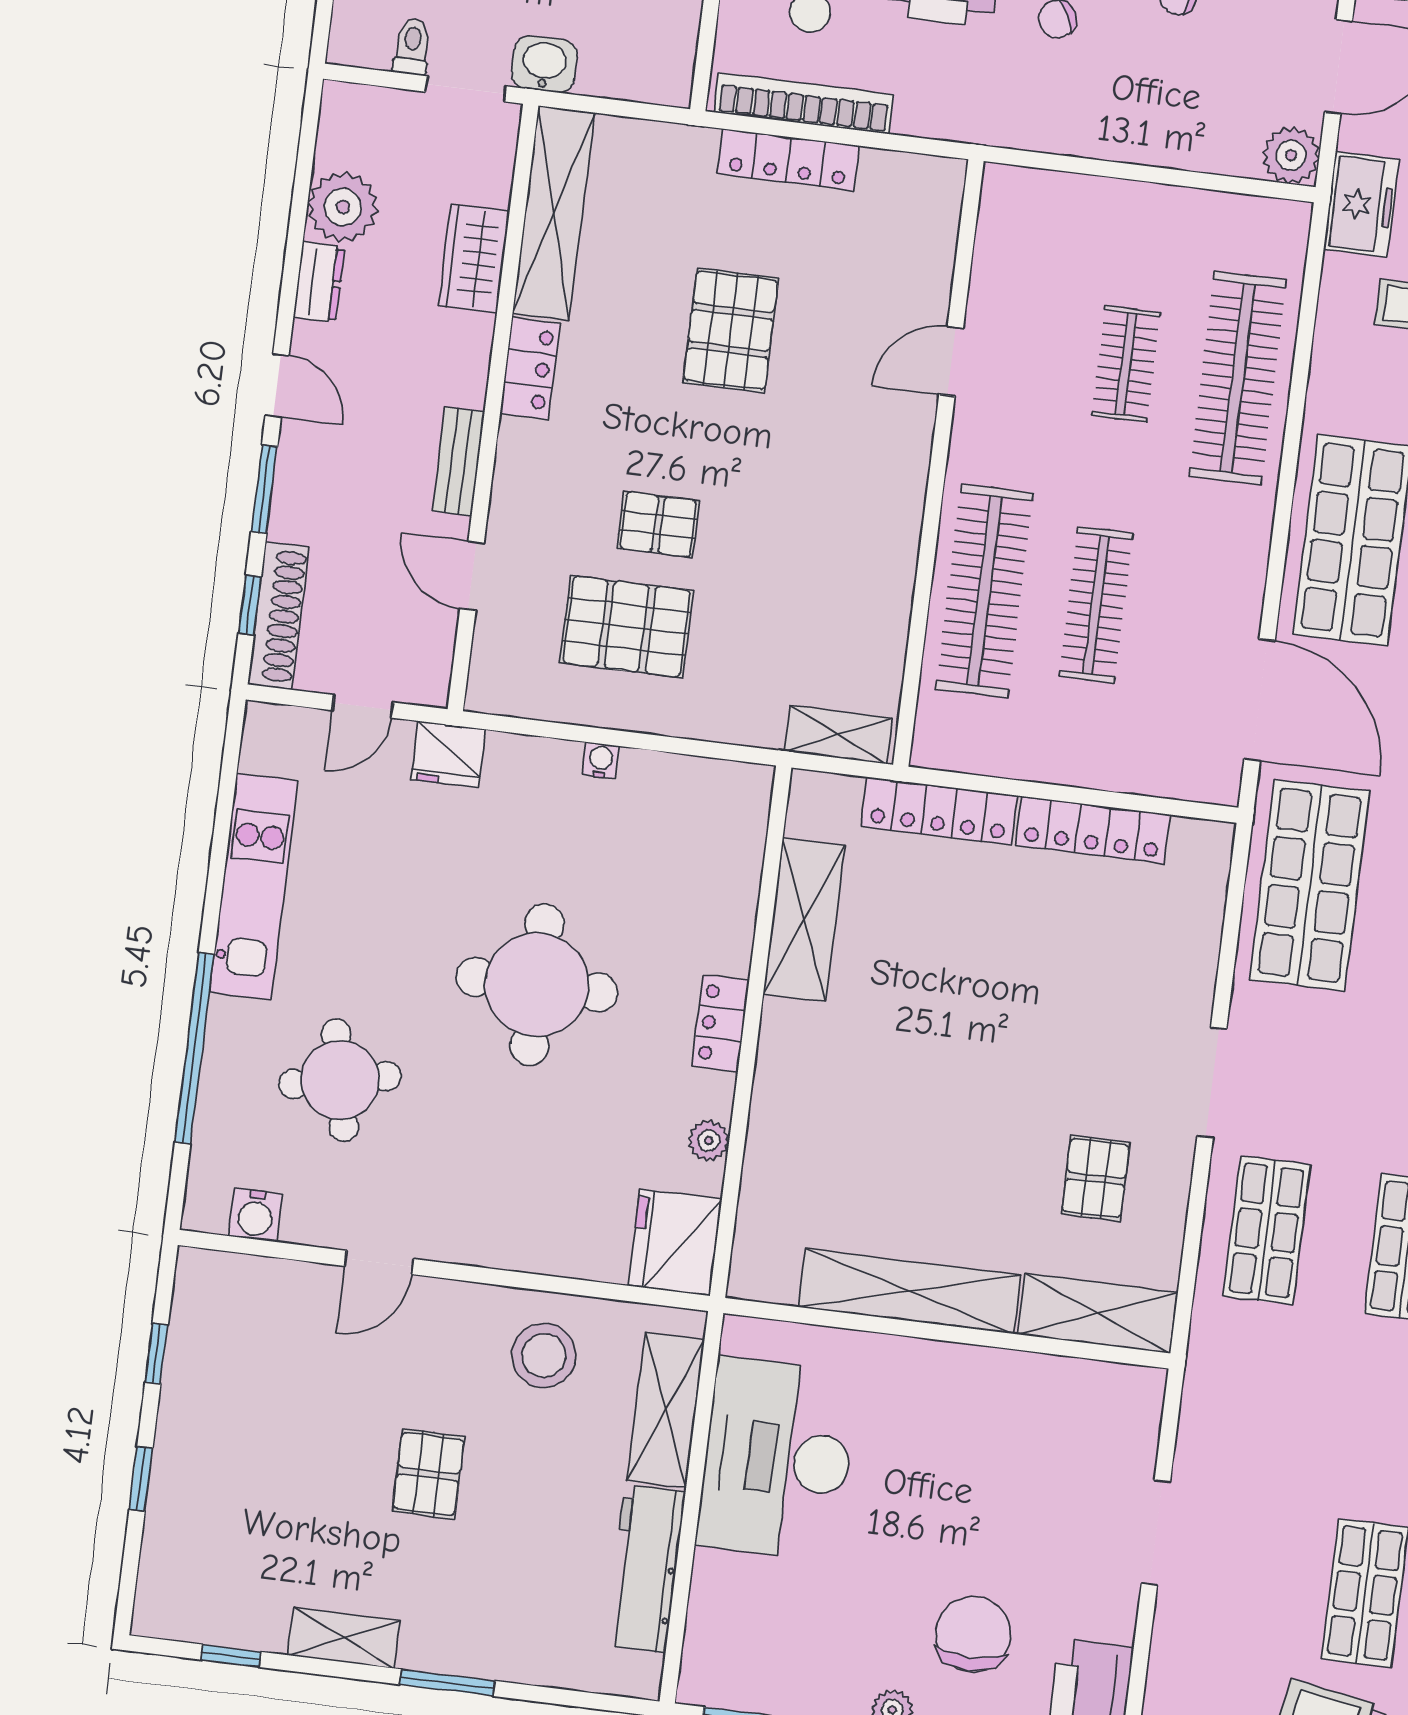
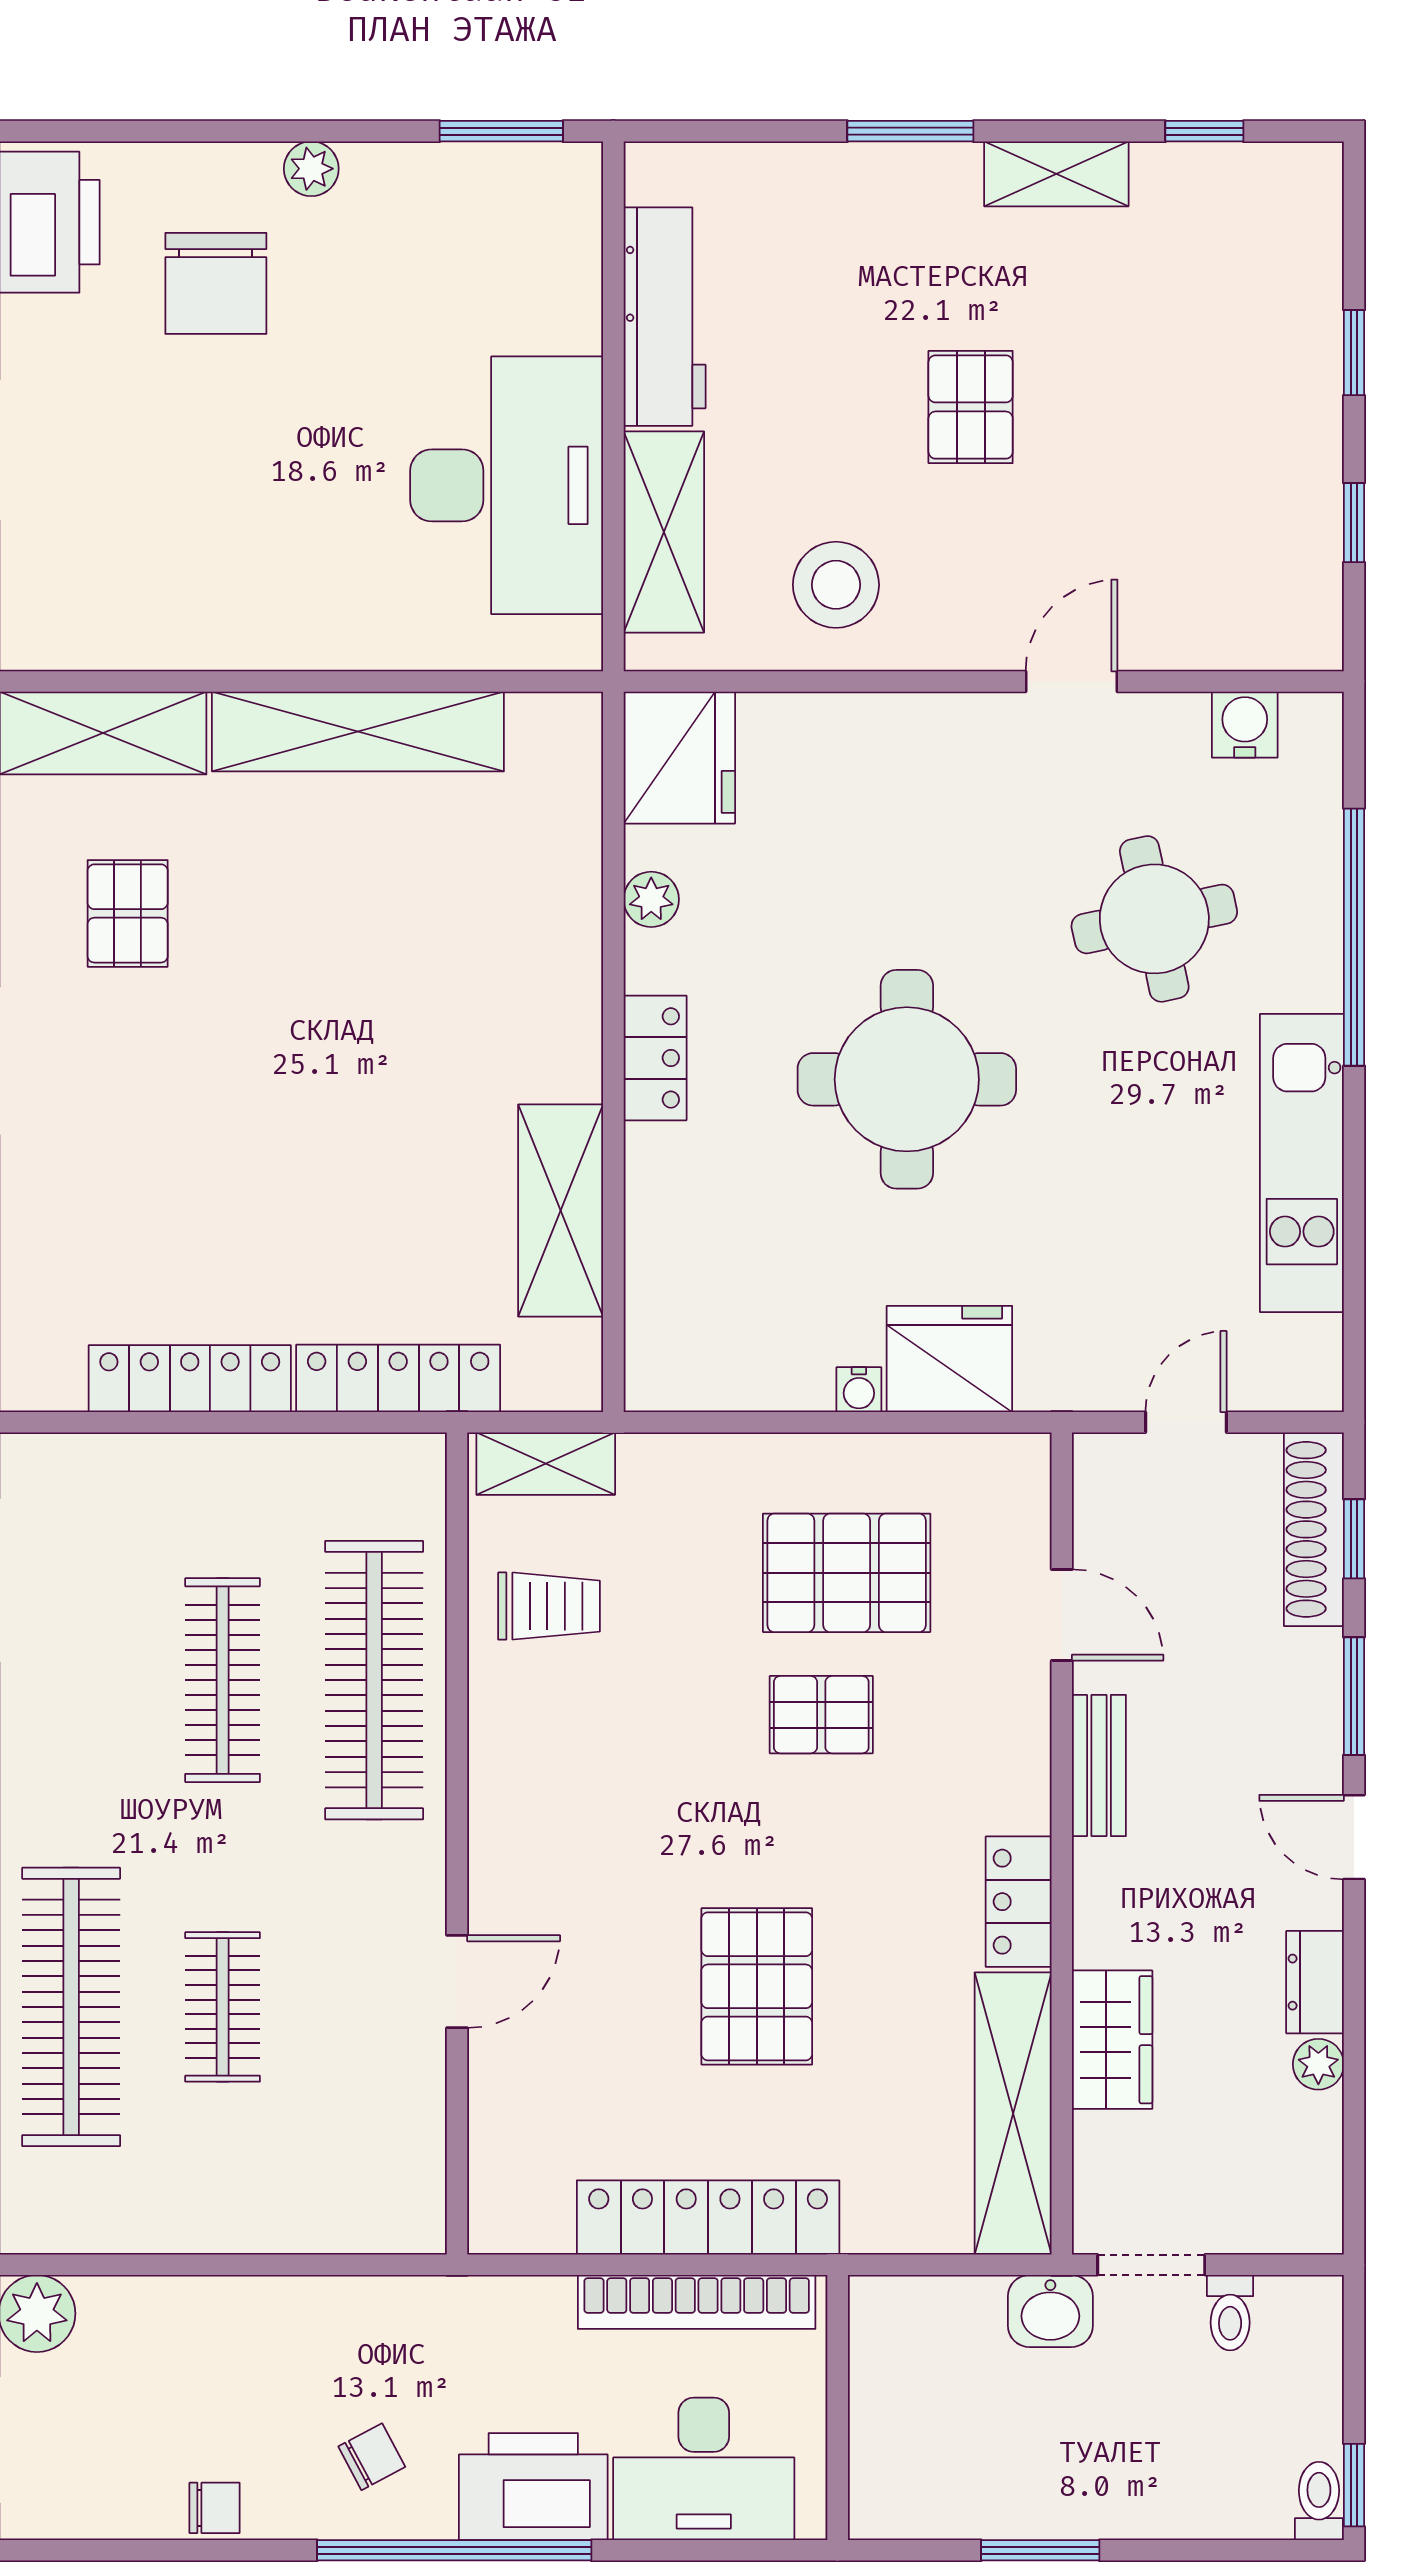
locker: (788, 160) -> (708, 2217), width x1.41, depth x1.21
plant: (343, 207) -> (1318, 2064), width x0.53, depth x0.53
trolley: (849, 629) -> (549, 1606), added
fridge: (448, 754) -> (949, 1359), moved, width x1.36, depth x1.34

